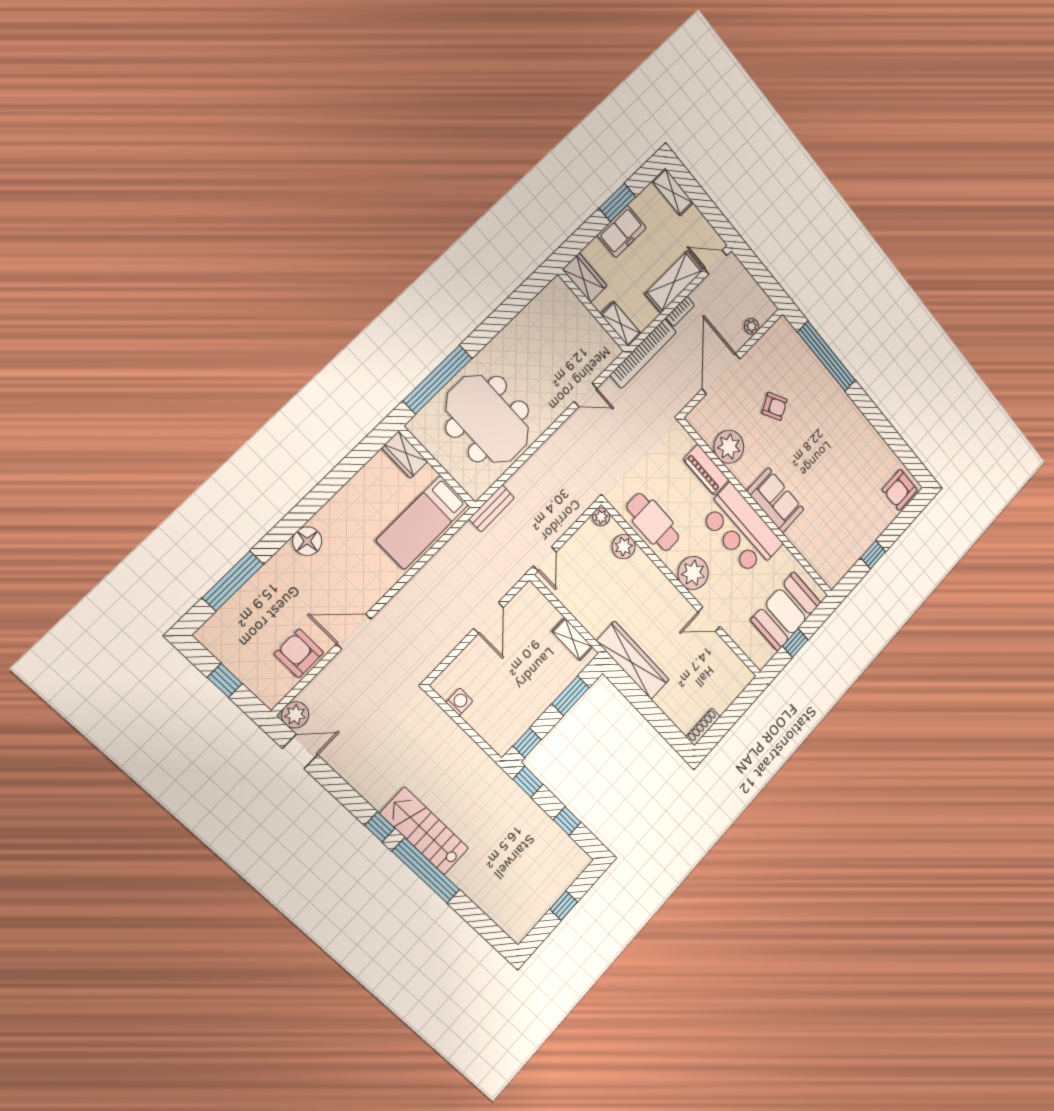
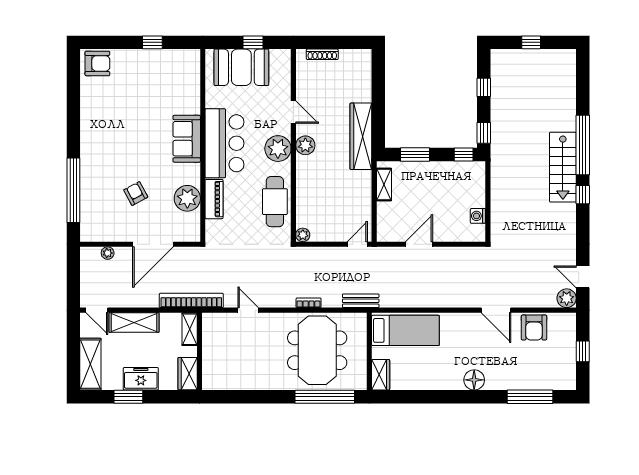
shelving: (673, 192) -> (90, 364), width x1.50, depth x1.33
bookcase: (680, 311) -> (309, 303), moved
plant: (624, 547) -> (305, 145), moved
shoe rack: (703, 727) -> (322, 54), moved

